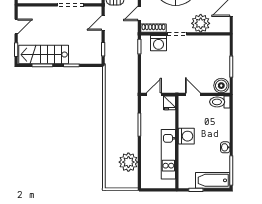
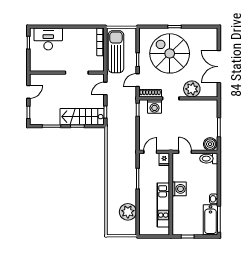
stairs: (44, 55) -> (82, 117), moved
bathtub: (213, 180) -> (211, 220), moved, turned -90

